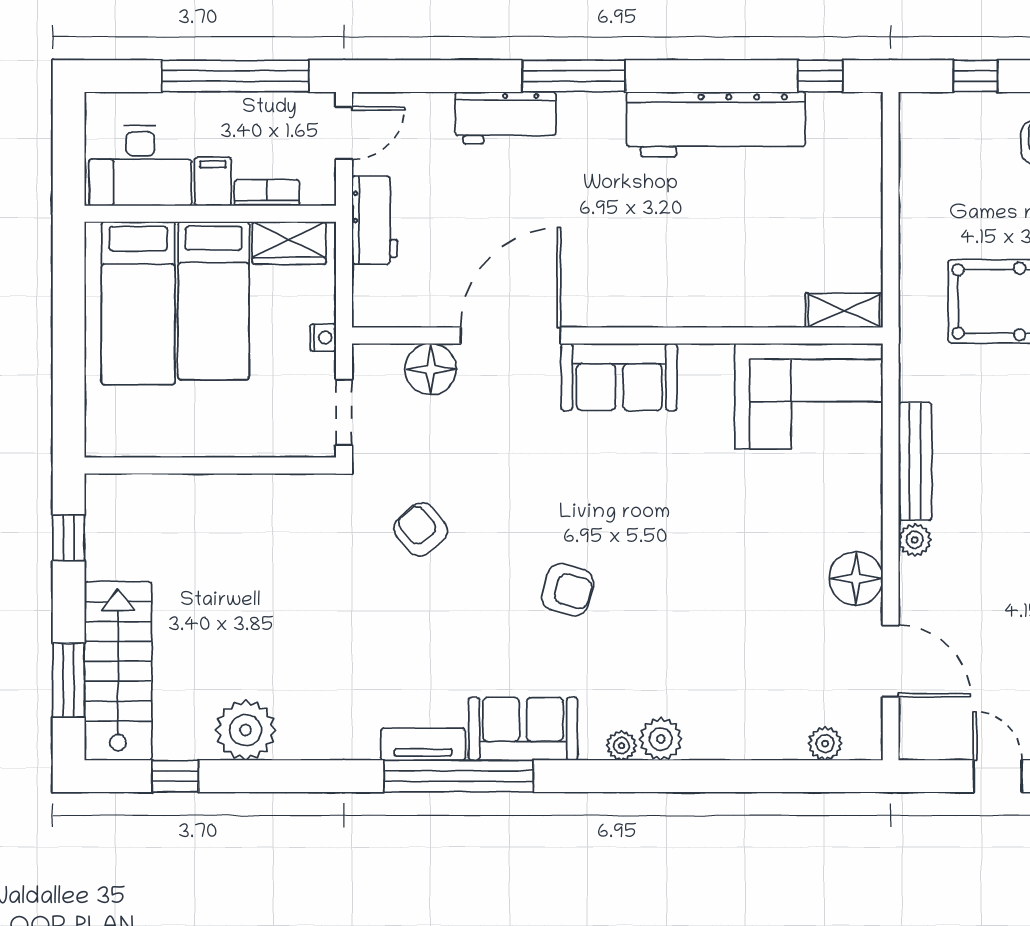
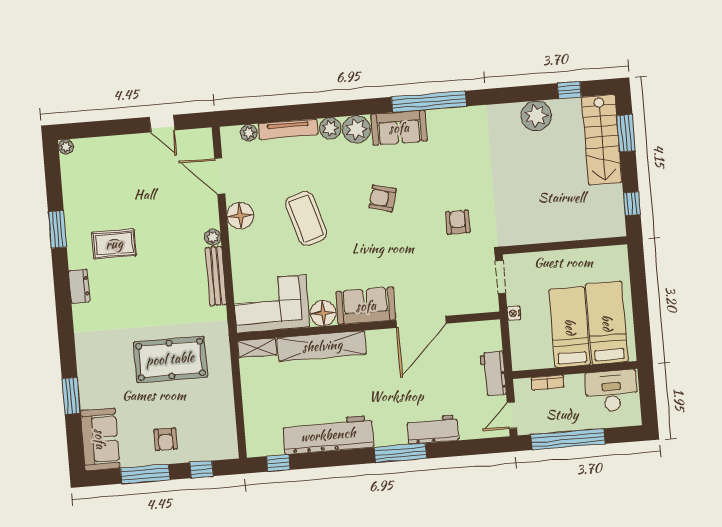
filing cabinet: (213, 181) -> (575, 386), removed
wardrobe: (289, 243) -> (535, 359), removed
shelving: (714, 304) -> (322, 346), added
floor lamp: (431, 369) -> (323, 313), moved
armchair: (421, 530) -> (458, 222), turned -140
coffee table: (724, 562) -> (306, 218), added
tv unit: (423, 744) -> (288, 129), moved, width x1.41
plant: (621, 746) -> (357, 129), width x1.87, depth x1.87

